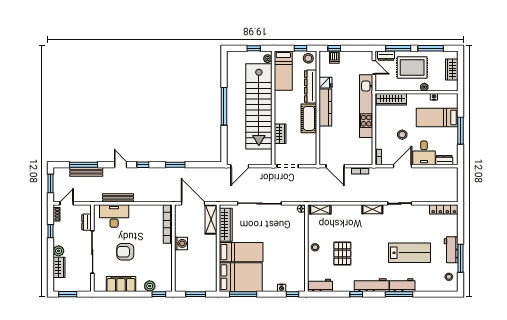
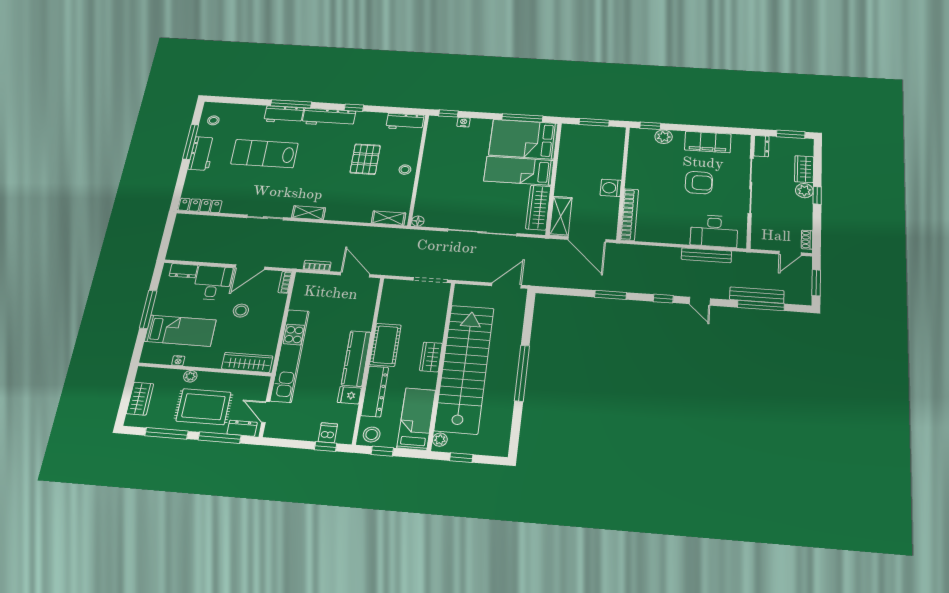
wardrobe: (280, 134) -> (431, 357), moved
dresser: (86, 222) -> (761, 146), moved
window: (50, 231) -> (817, 195), moved

